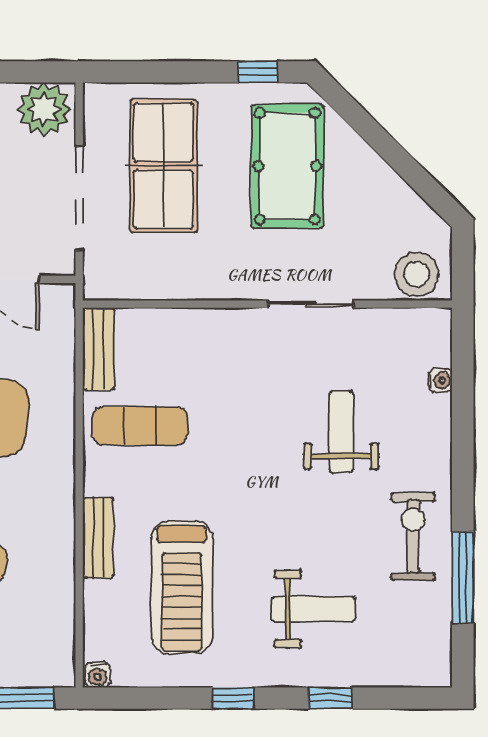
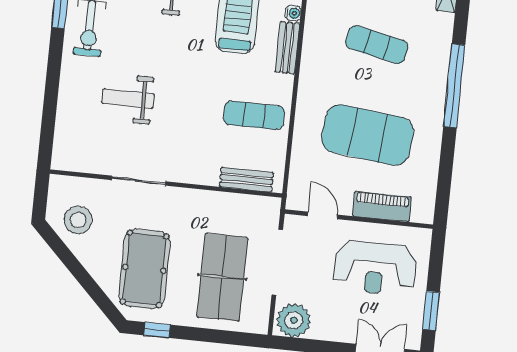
stool: (416, 274) -> (78, 220), moved
bench: (99, 349) -> (246, 180), moved, turned 90
water cooler: (440, 380) -> (293, 13), moved, turned 180
weight bench: (341, 432) -> (128, 99), turned 90

